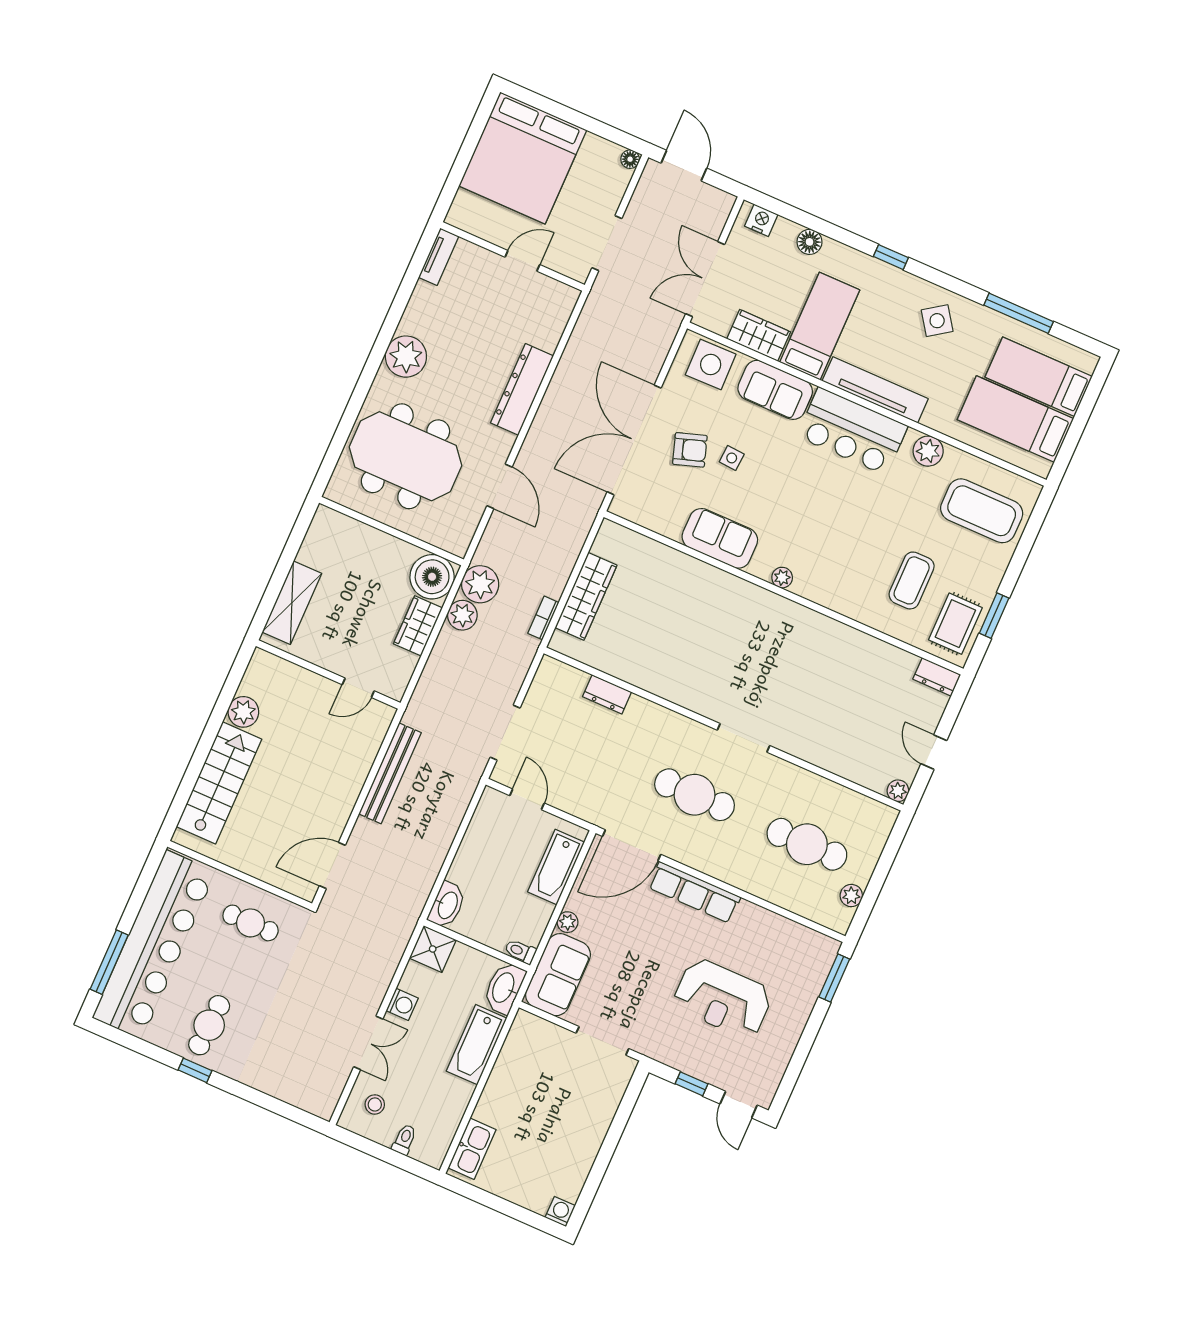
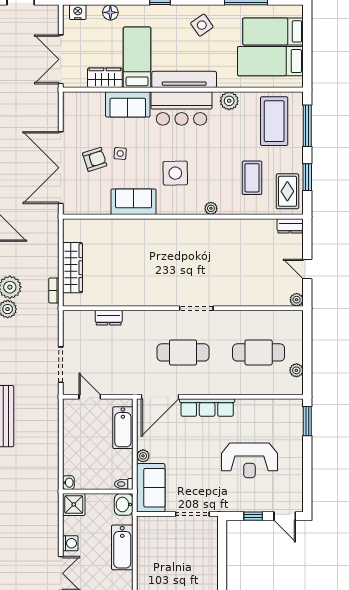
side table: (711, 365) -> (175, 173), moved
coffee table: (982, 511) -> (274, 121), turned 90
window: (1028, 539) -> (307, 126), added
plant: (782, 578) -> (211, 208), moved
washbasin: (447, 905) -> (68, 483), width x0.52, depth x0.69
washbasin: (504, 988) -> (124, 505), width x0.72

